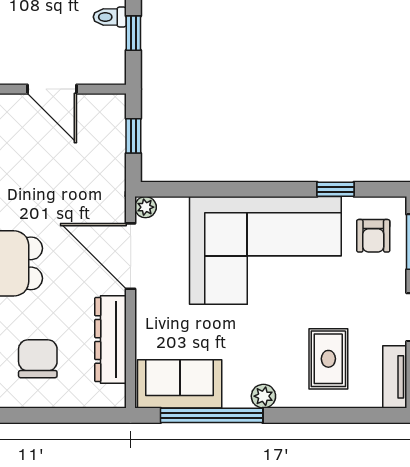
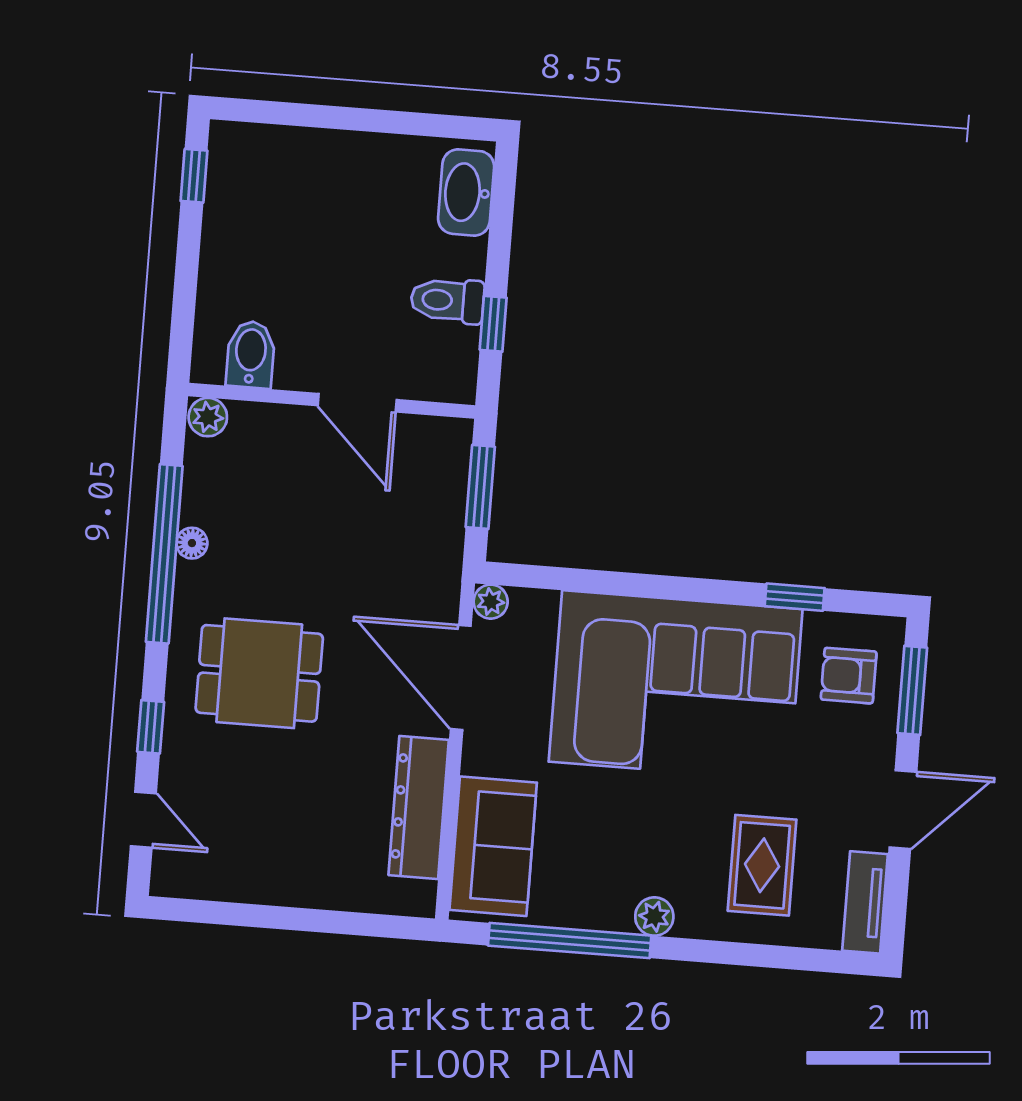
toilet: (110, 17) -> (447, 300), width x1.37, depth x1.39
window: (133, 136) -> (480, 487), width x1.50
armchair: (373, 236) -> (849, 676), turned 90
chair: (38, 359) -> (301, 829), removed
sofa: (180, 384) -> (493, 846), moved, turned 90

